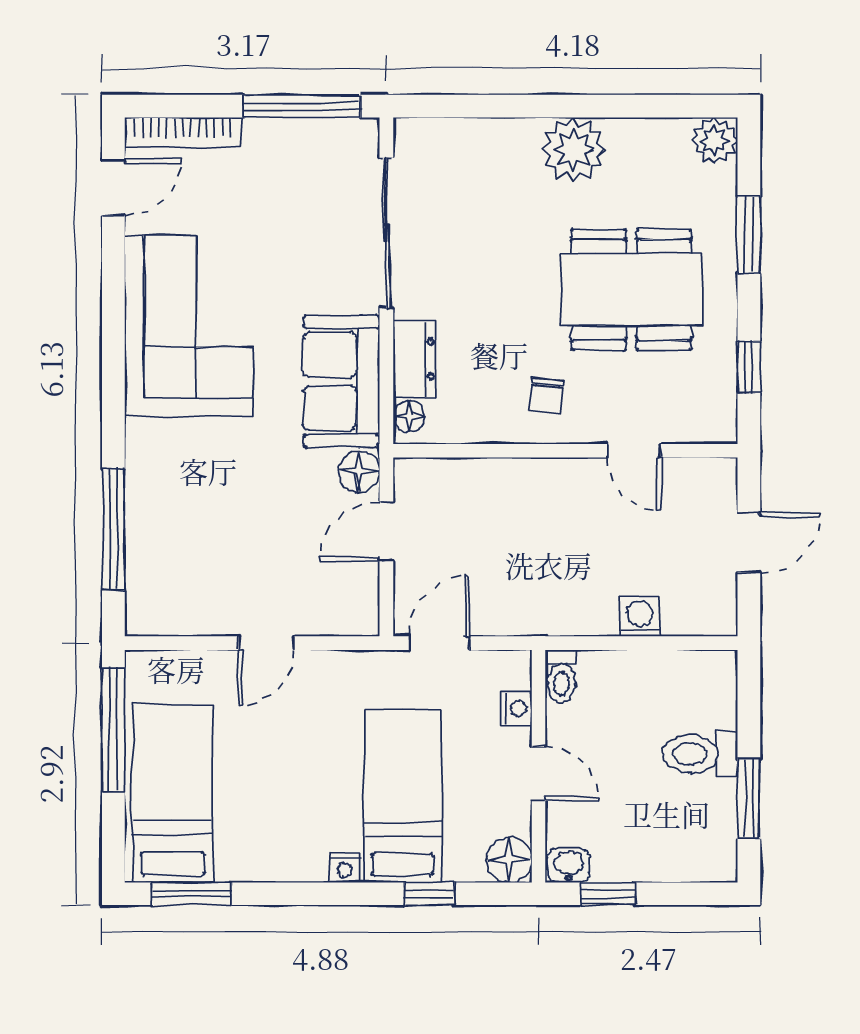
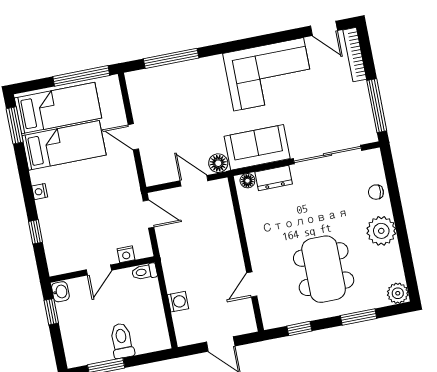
chair: (546, 395) -> (376, 192), moved
bed: (403, 796) -> (64, 145), moved
floor lamp: (509, 860) -> (58, 265), removed

